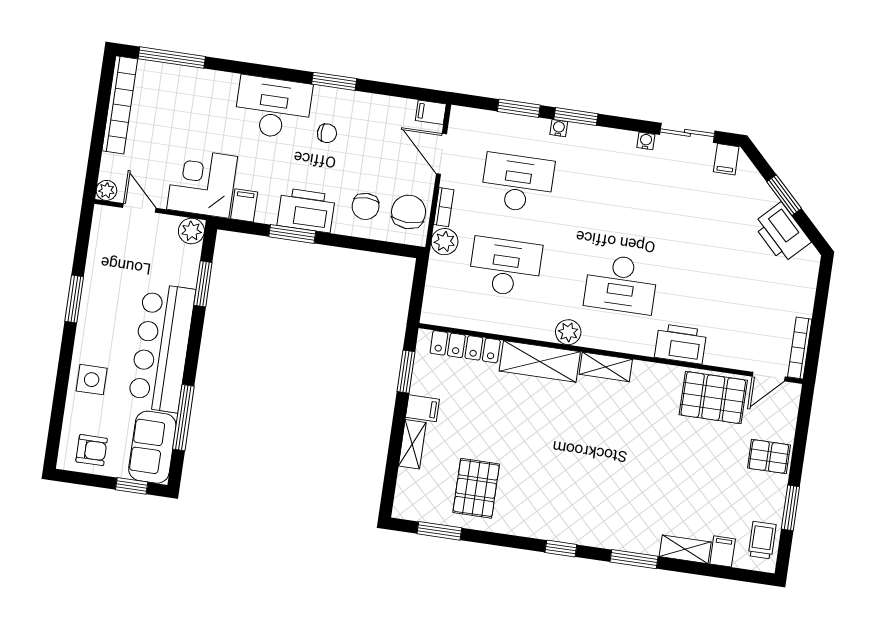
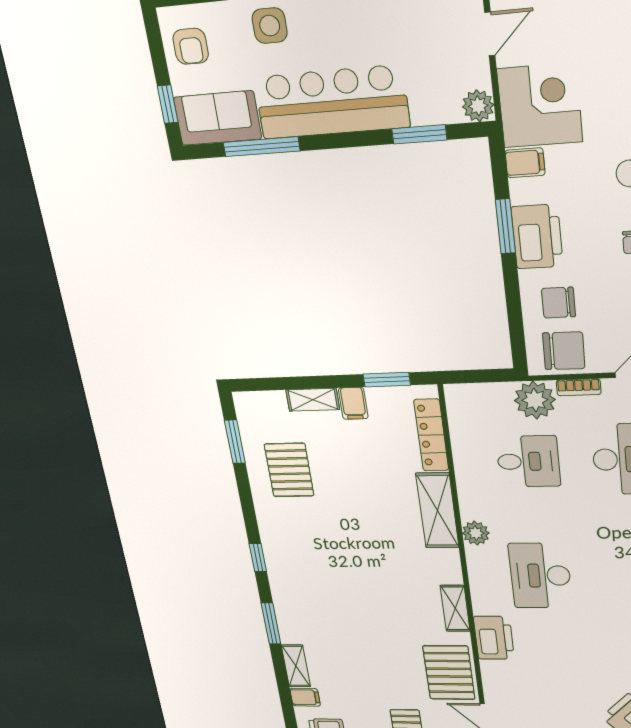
plant: (445, 242) -> (535, 400), width x1.36, depth x1.36
desk: (505, 267) -> (528, 461), width x0.73
shelving: (606, 367) -> (455, 608), moved
pallet: (476, 488) -> (289, 470), turned 90

